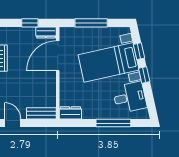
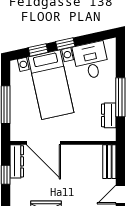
dresser: (46, 33) -> (17, 161), width x1.44
dresser: (70, 113) -> (109, 115), moved
window: (113, 123) -> (120, 97), moved

